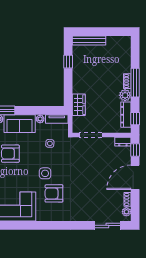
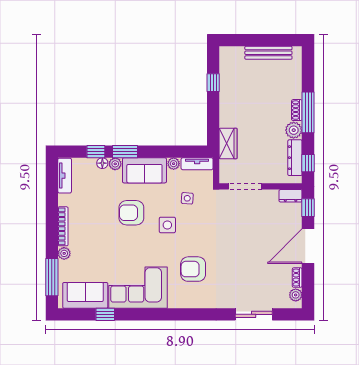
bench: (89, 41) -> (268, 53), moved
side table: (45, 173) -> (167, 225), moved
sliding door: (107, 225) -> (254, 314), moved

